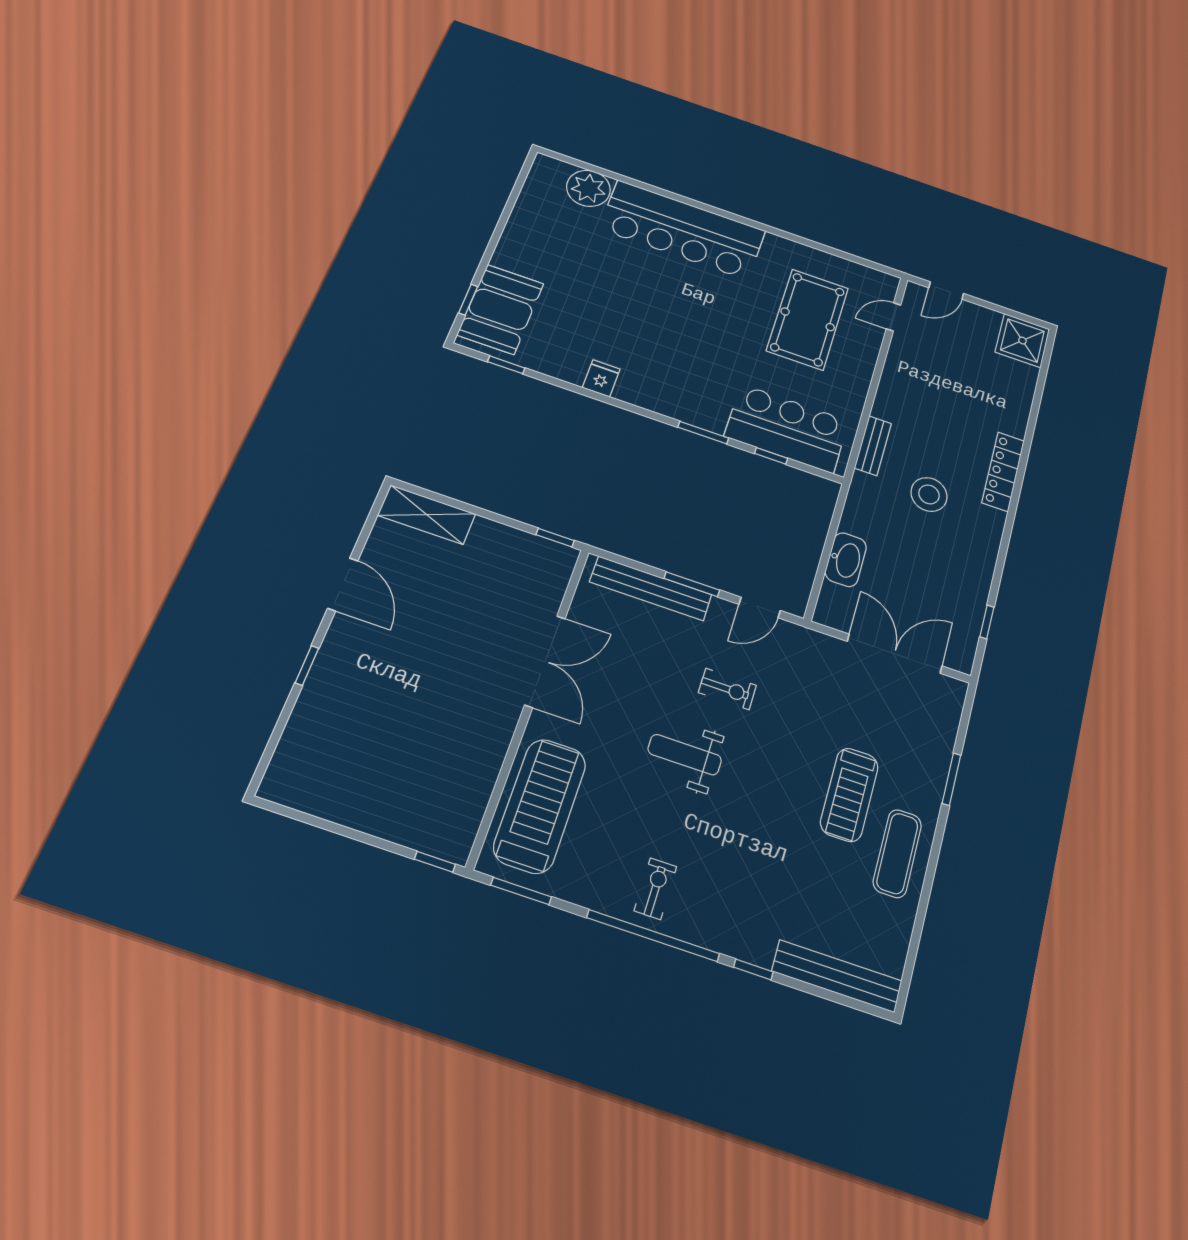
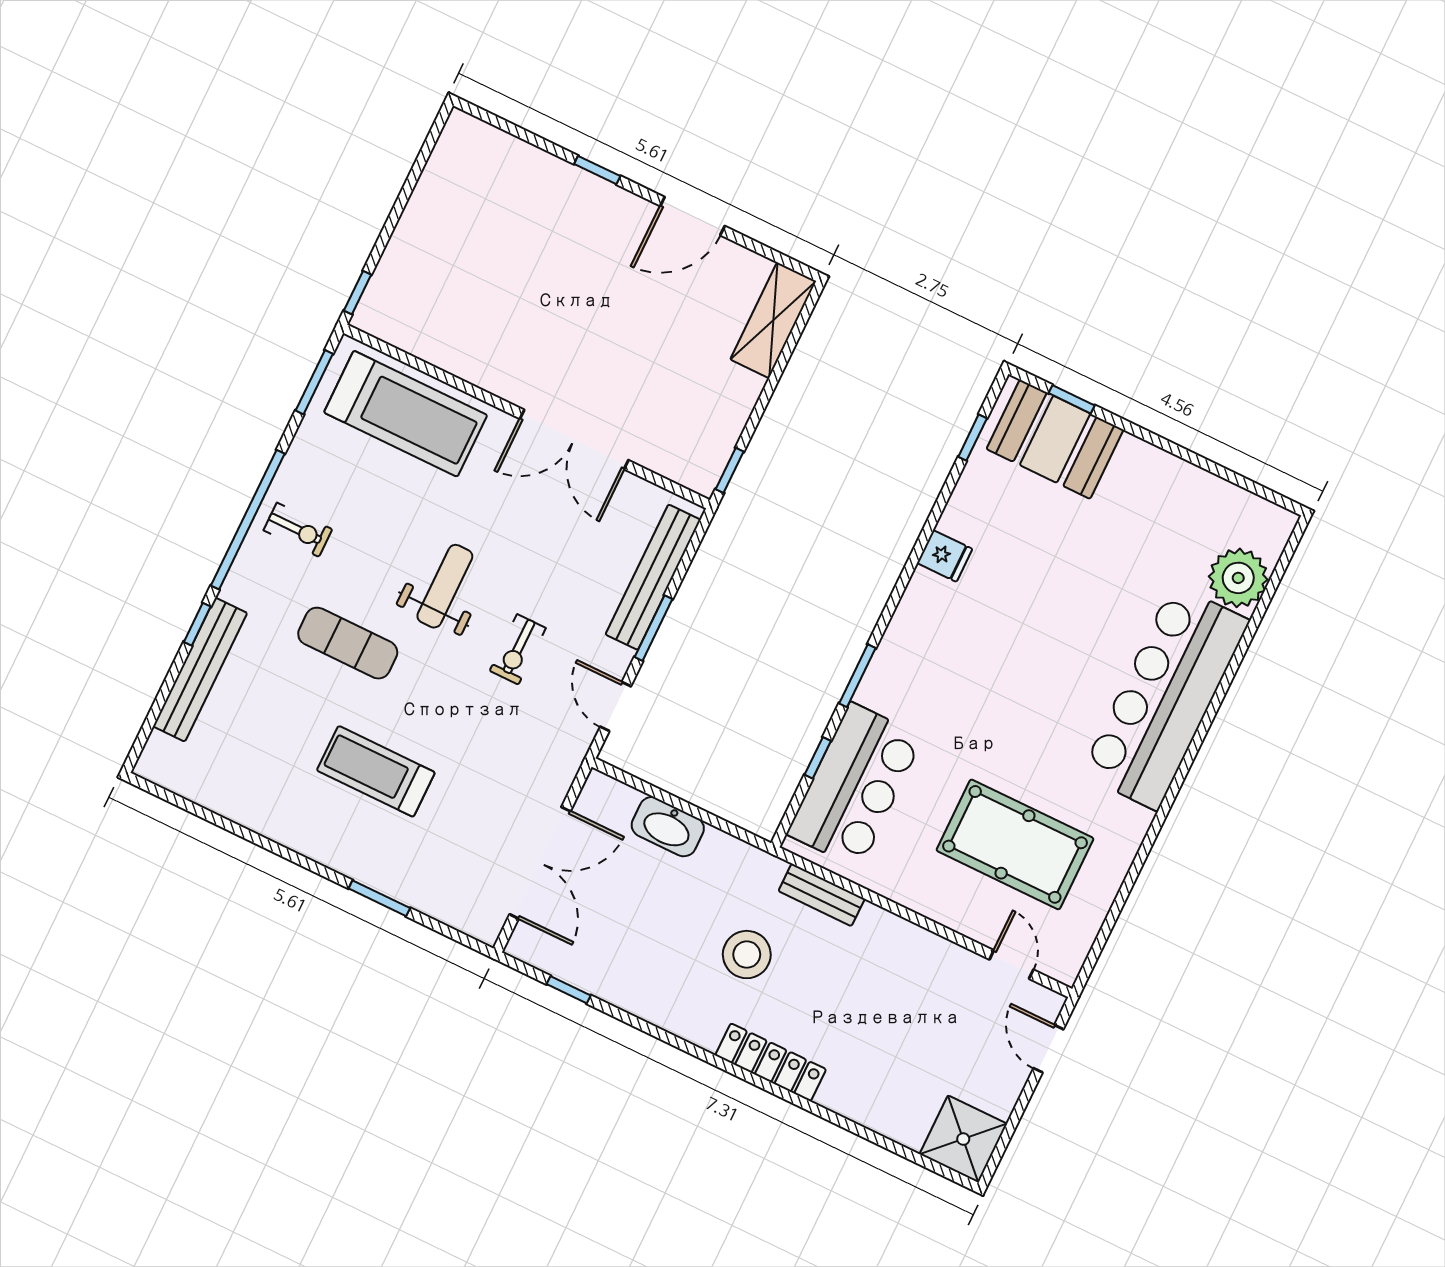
exercise mat: (897, 853) -> (348, 643), moved
bench: (837, 976) -> (200, 670), moved

